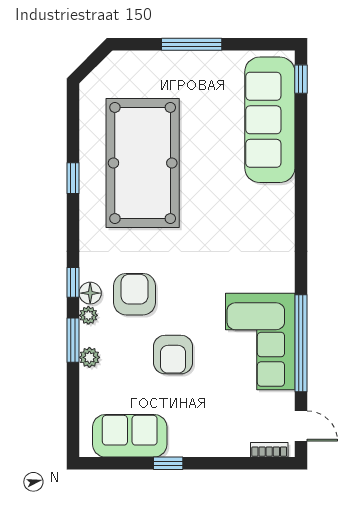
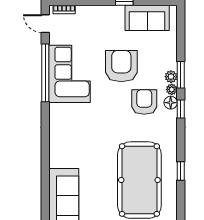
armchair: (135, 294) -> (144, 102), turned 180
armchair: (173, 355) -> (121, 66), width x1.36, depth x1.36
plant: (89, 357) -> (171, 77), moved

